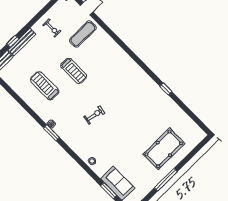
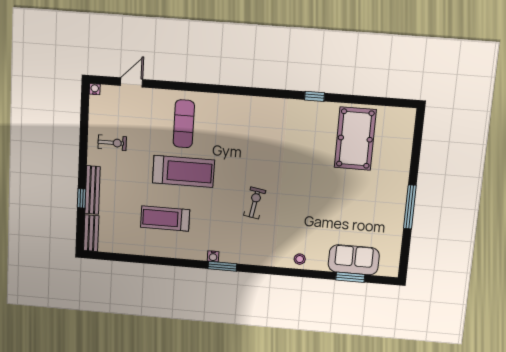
exercise mat: (83, 34) -> (184, 124), moved
treadmill: (74, 71) -> (183, 171), width x1.37, depth x1.38
pool table: (164, 149) -> (355, 139), moved

